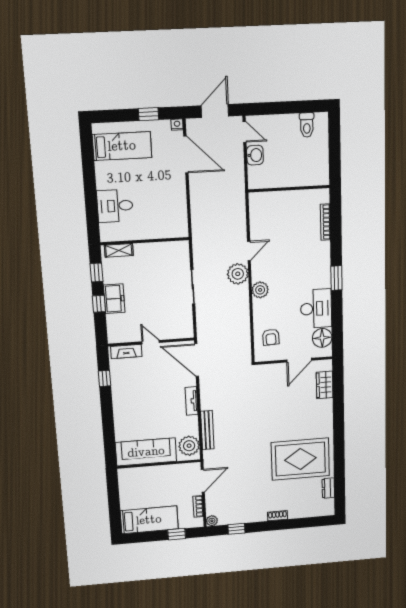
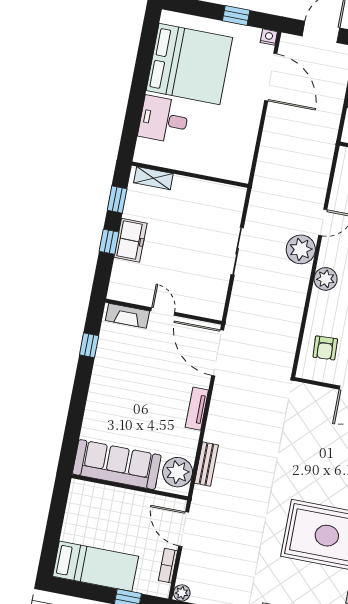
bed: (122, 146) -> (189, 64), width x2.04
bench: (207, 430) -> (206, 464), width x0.73
door: (203, 481) -> (184, 529), swing flipped

